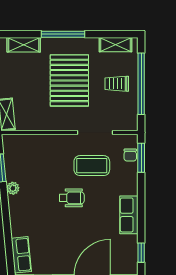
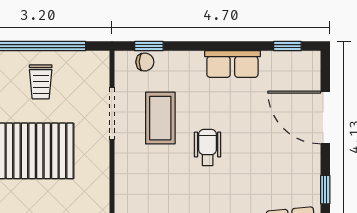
window: (141, 158) -> (149, 46), width x0.67

